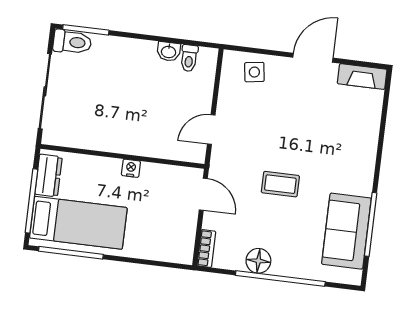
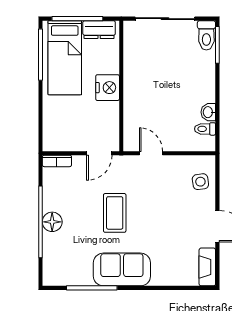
nightstand: (131, 168) -> (108, 88), width x1.89, depth x1.79
coffee table: (280, 184) -> (115, 213), width x1.36, depth x1.30
sofa: (346, 231) -> (122, 269), moved
floor lamp: (258, 261) -> (52, 222), moved

